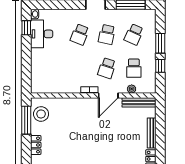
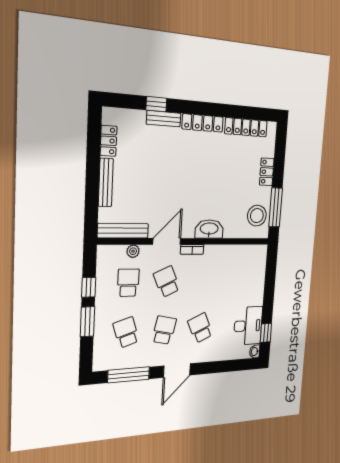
school desk: (80, 34) -> (200, 328), turned -45
school desk: (134, 34) -> (126, 332), turned -42
school desk: (107, 68) -> (167, 282), turned -42
washbasin: (78, 104) -> (209, 229), added

